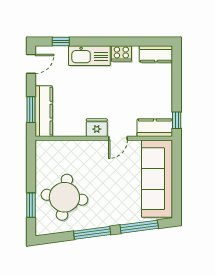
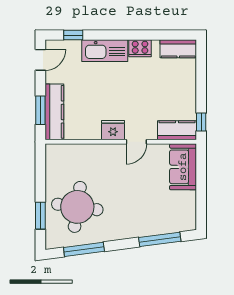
sofa: (157, 179) -> (183, 167), width x0.54, depth x0.79
window: (92, 233) -> (84, 249), moved

